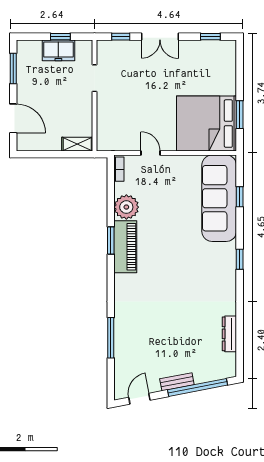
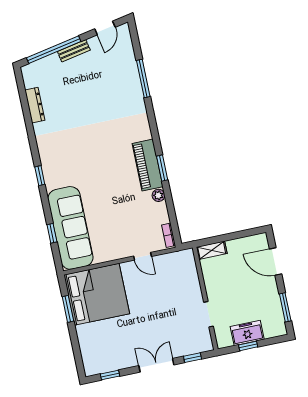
plant: (126, 207) -> (158, 195), width x0.53, depth x0.53

